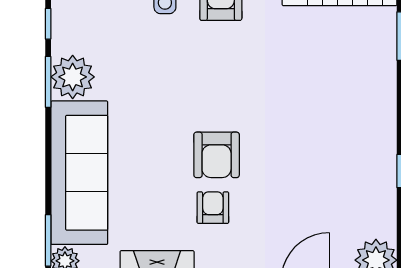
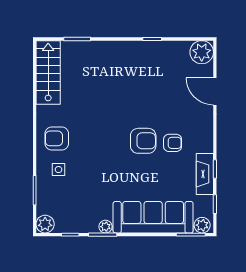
plant: (73, 77) -> (106, 227), width x0.53, depth x0.53
armchair: (213, 208) -> (173, 143), turned 180

